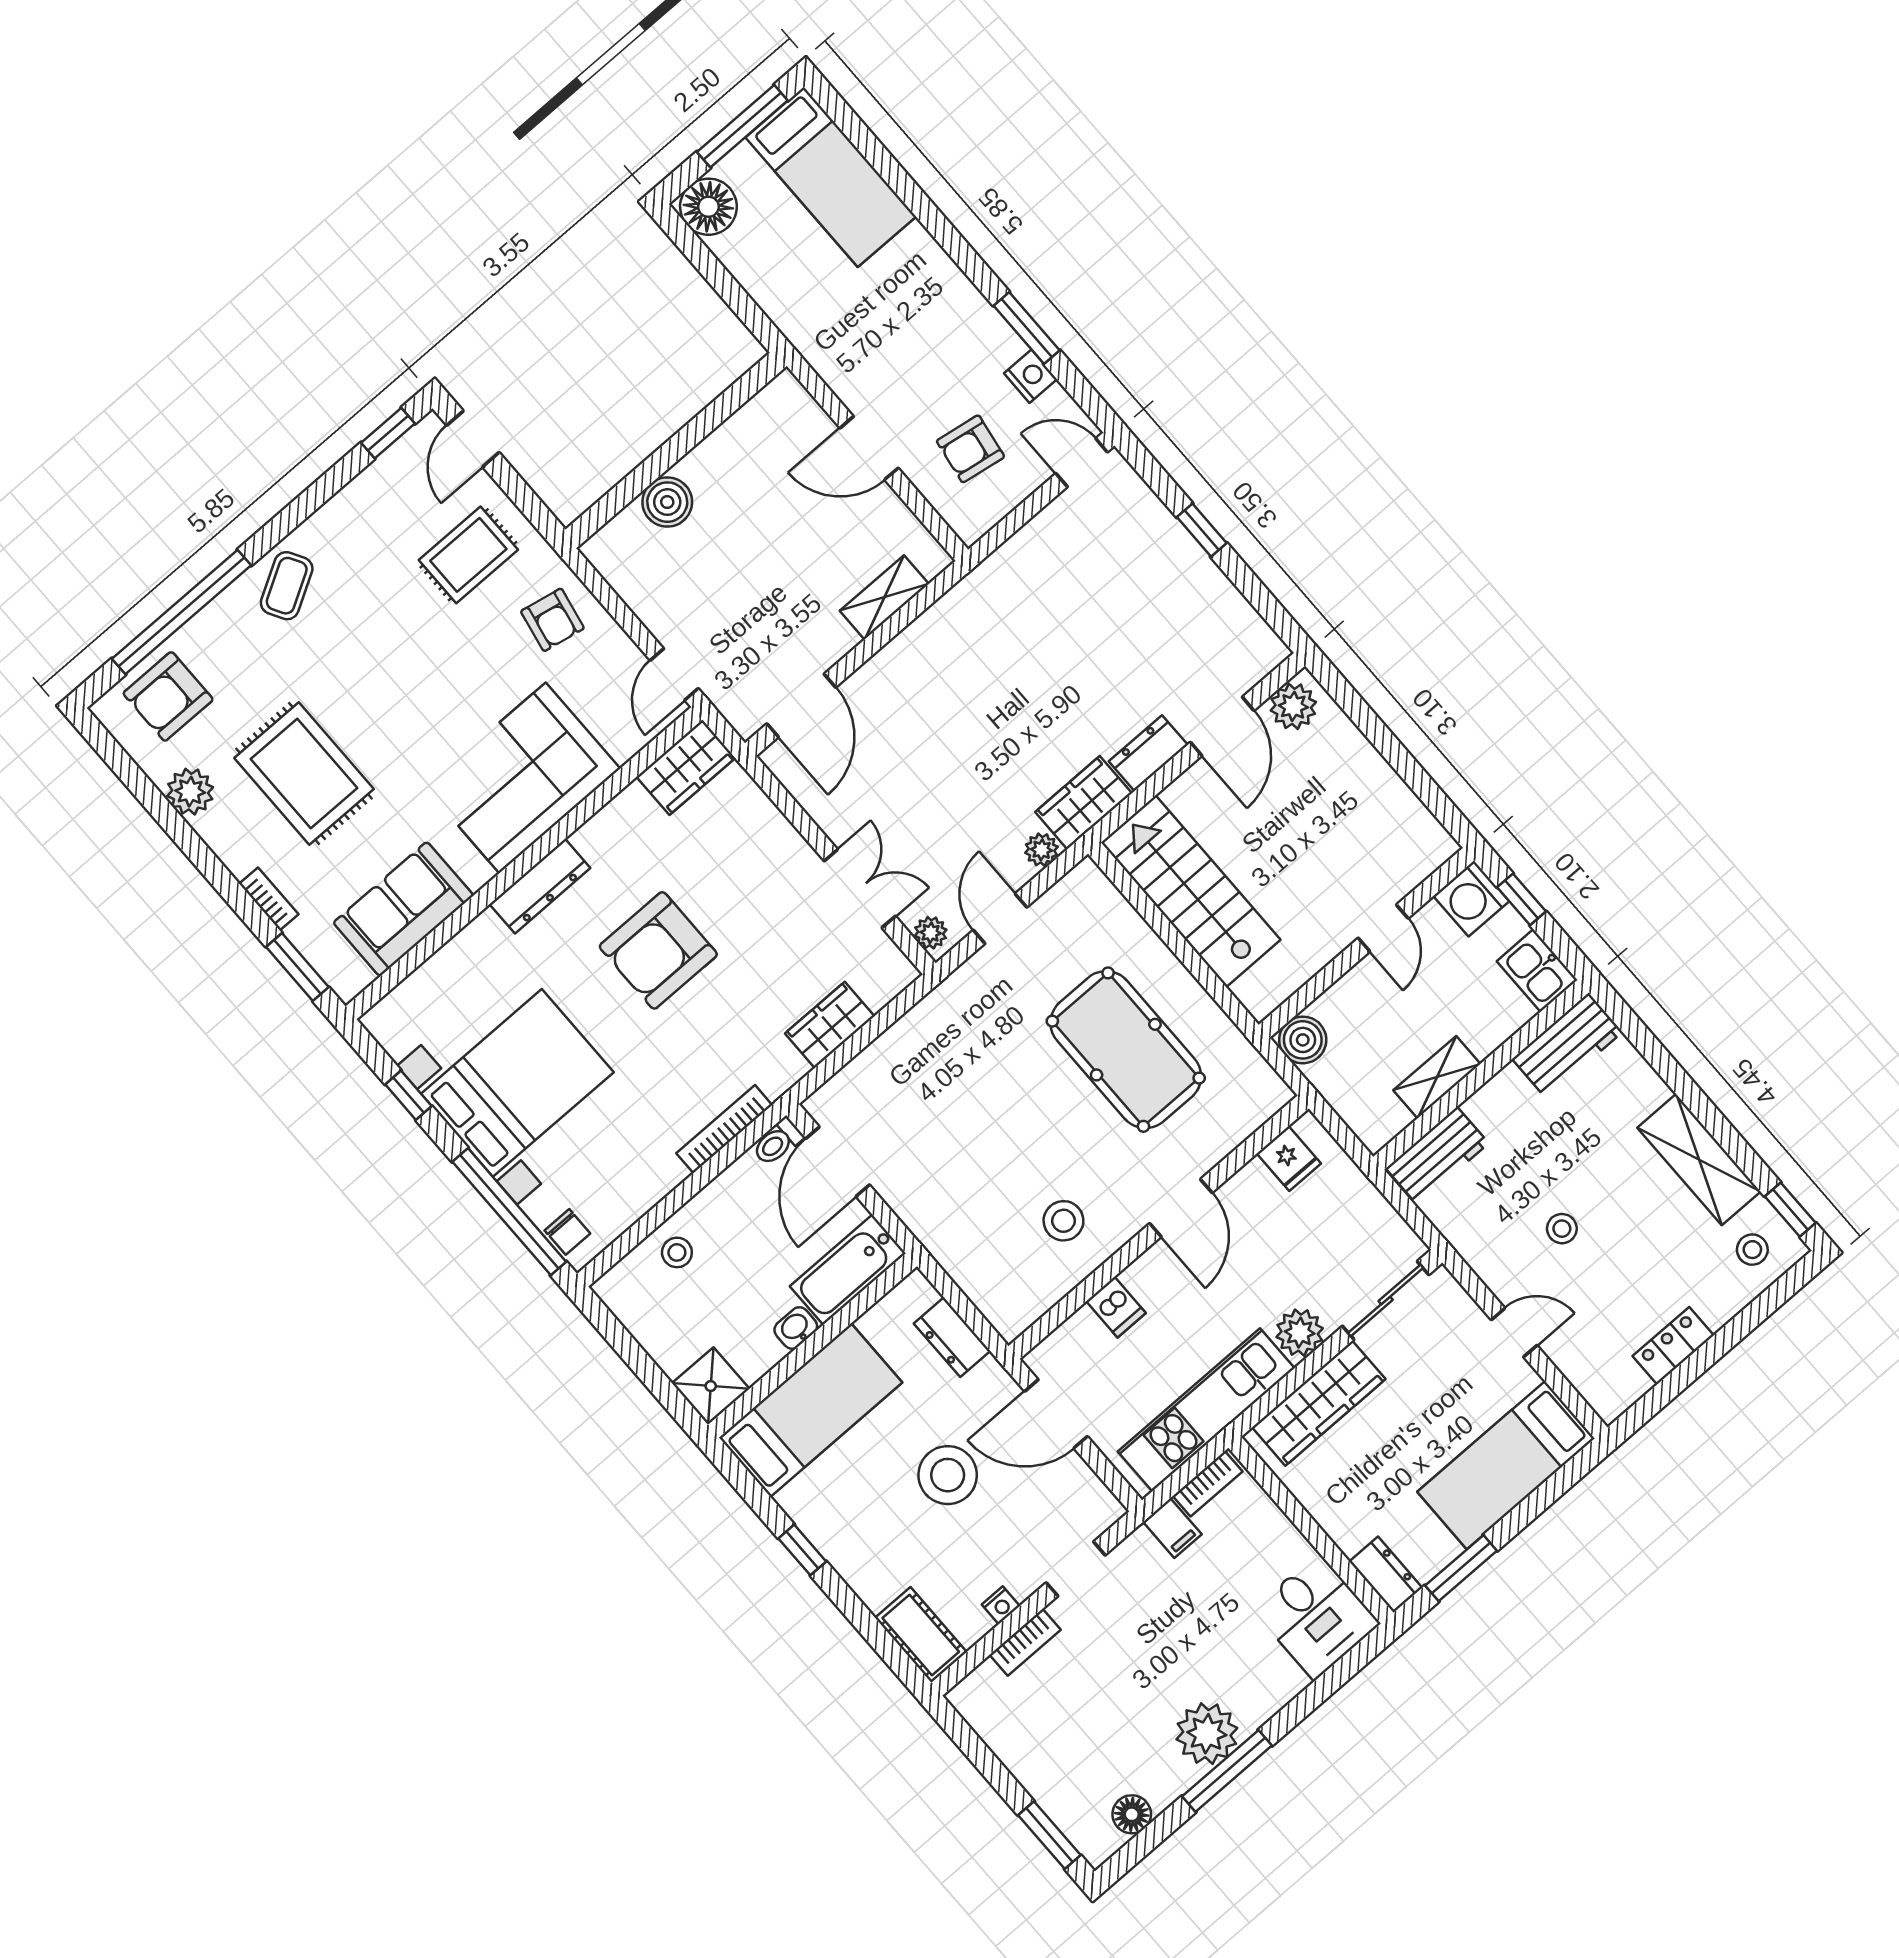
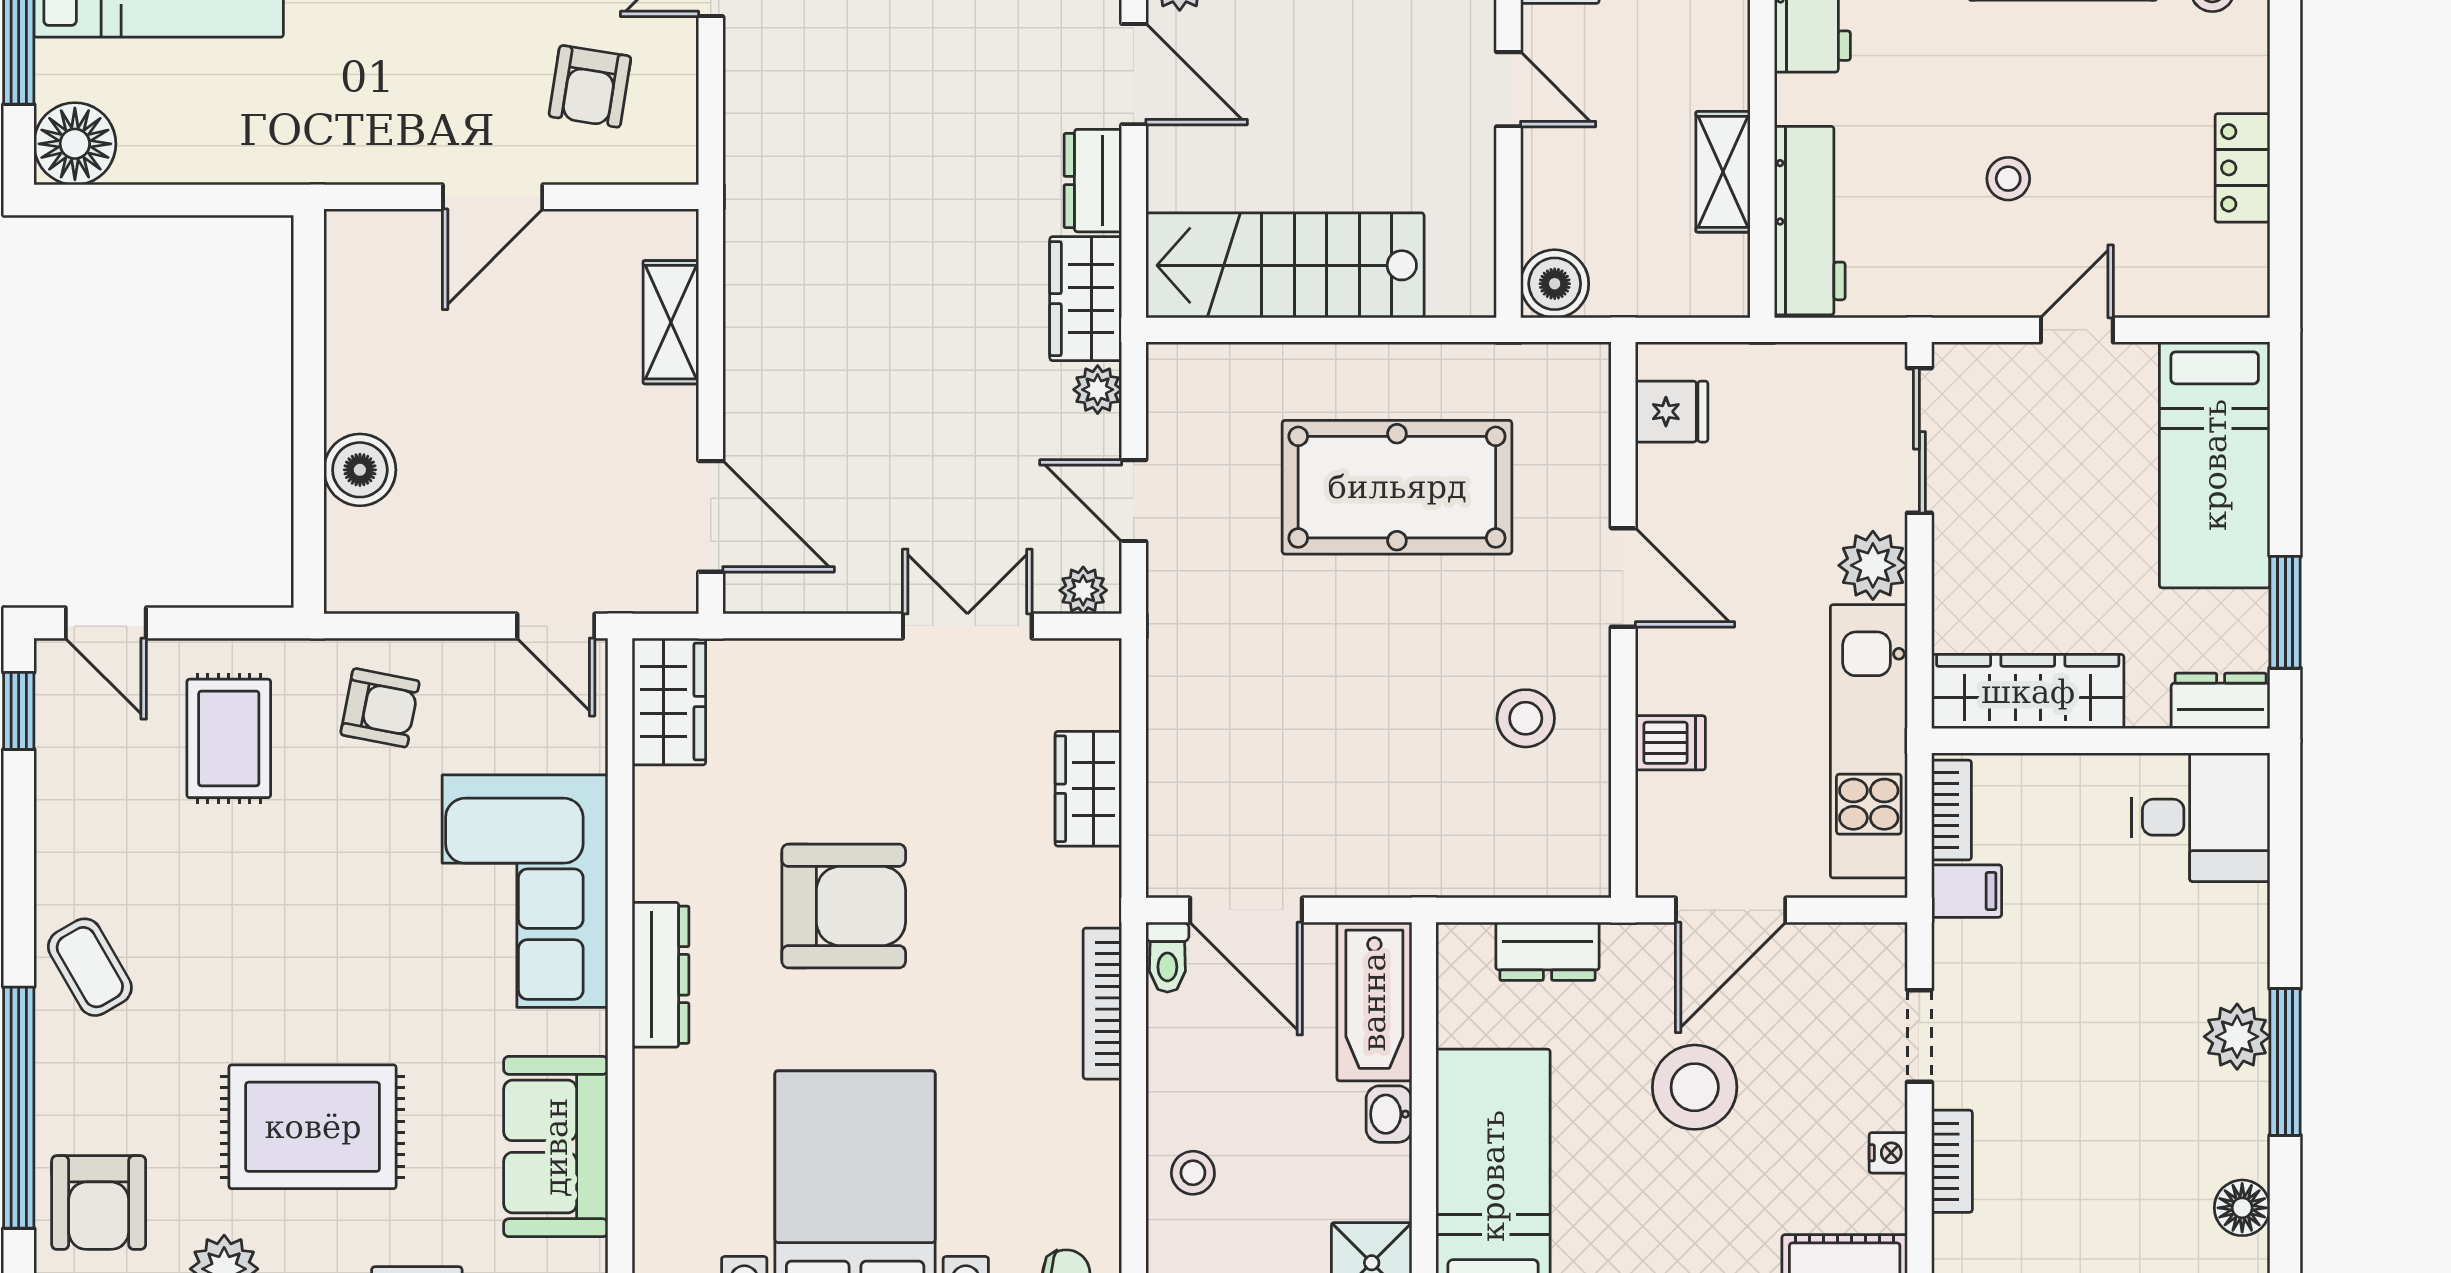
armchair: (658, 950) -> (844, 906), turned -90
workbench: (1437, 1156) -> (1810, 221), width x1.38
wardrobe: (1319, 1403) -> (2028, 692), moved, turned -90
plant: (1207, 1734) -> (2237, 1037), width x0.73, depth x0.73

